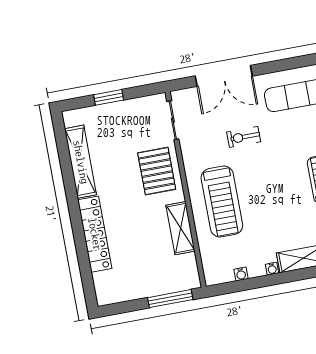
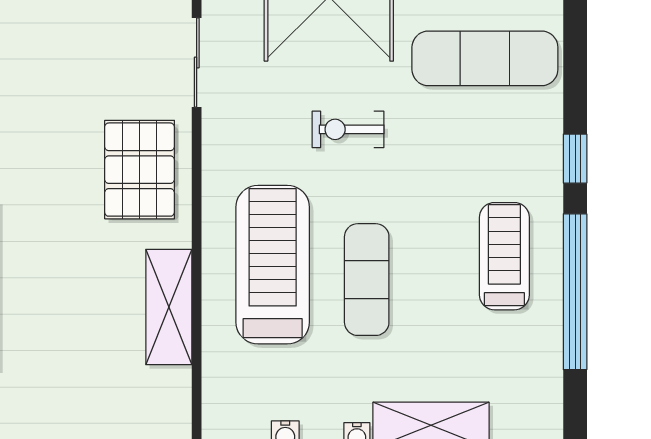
exercise mat: (264, 200) -> (367, 280), added
treadmill: (222, 202) -> (273, 265), turned 180

